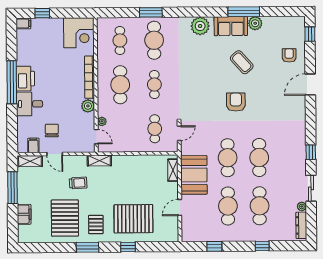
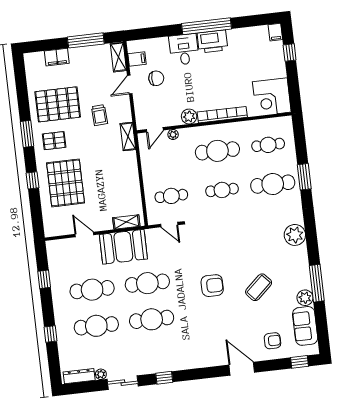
sofa: (231, 26) -> (305, 326), moved

